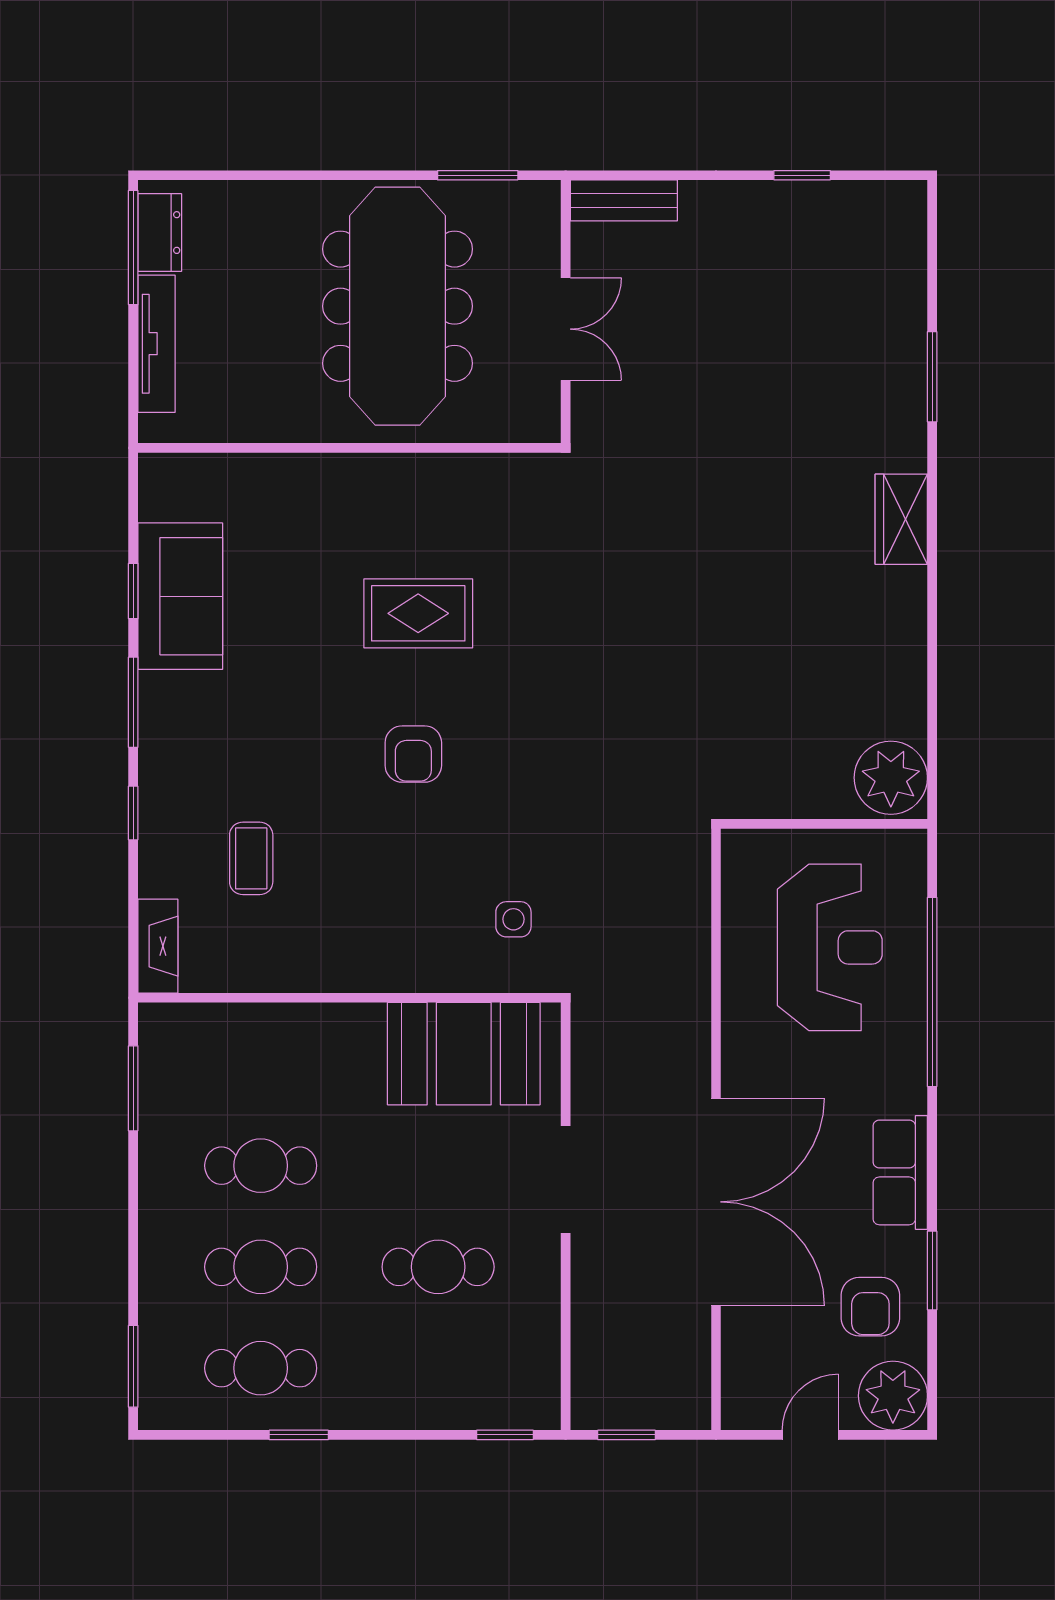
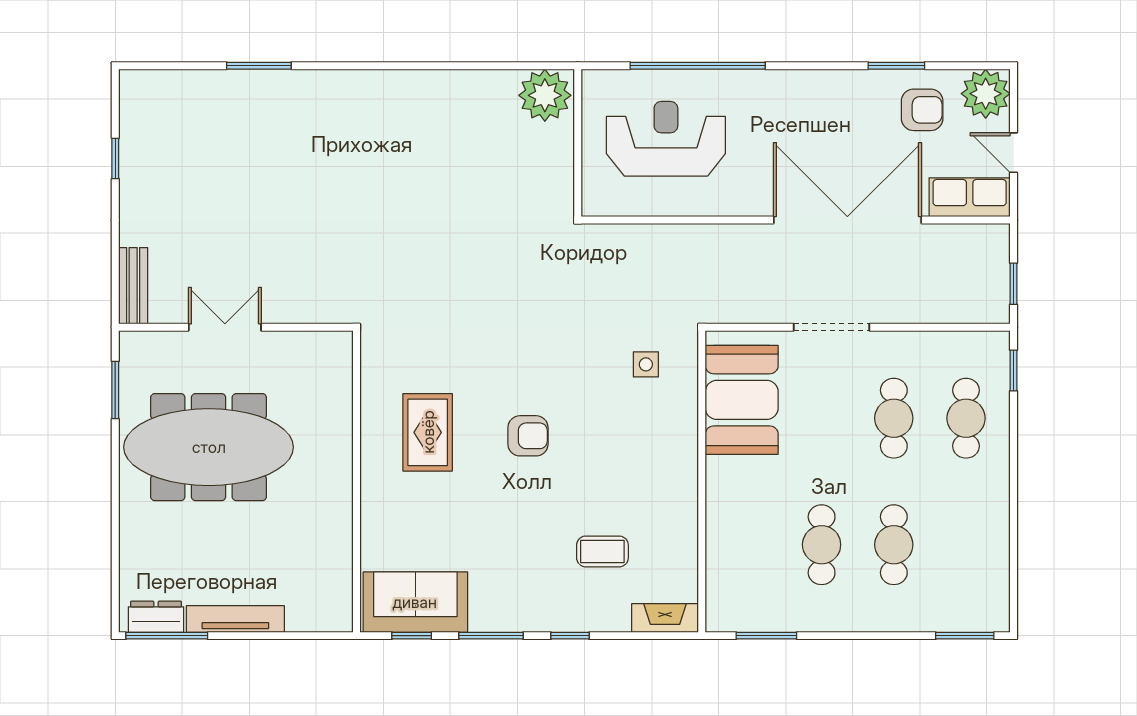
wall: (349, 448) -> (357, 481), moved
wardrobe: (901, 519) -> (360, 88), removed
row of seats: (900, 1172) -> (970, 197), moved, turned 180
cafe table: (261, 1368) -> (966, 418), moved
window: (299, 1435) -> (1014, 518), removed

